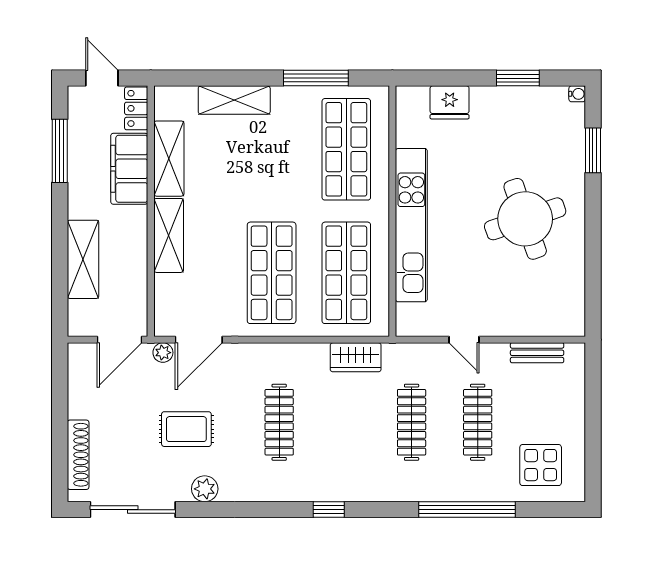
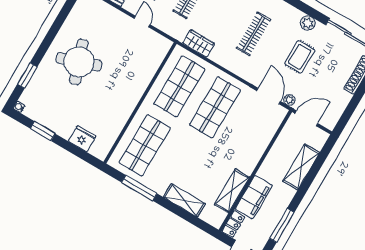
kitchen unit: (411, 225) -> (135, 91), removed
shelving: (169, 235) -> (254, 154), removed
door: (199, 340) -> (269, 96), hinge flipped
rug: (186, 429) -> (300, 57), turned 90

